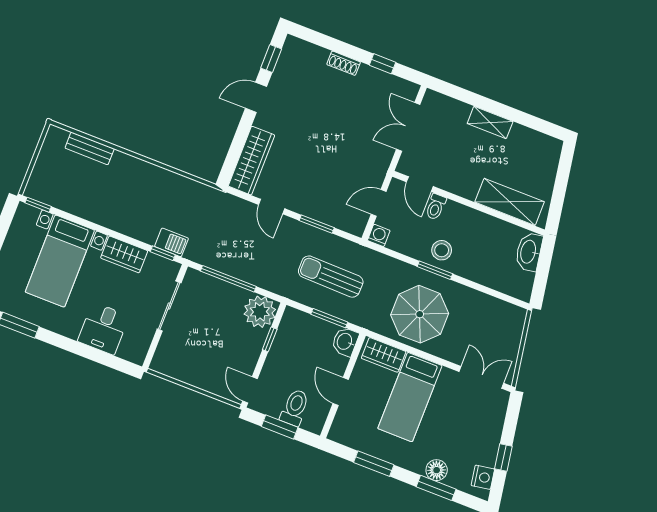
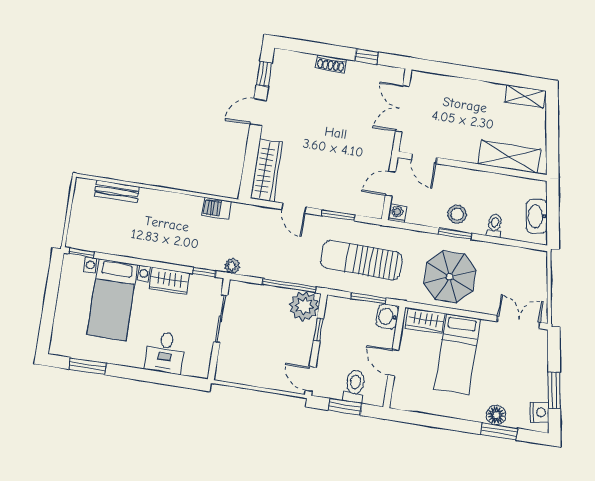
shelving: (490, 122) -> (525, 96), moved
toilet: (436, 207) -> (494, 226), moved, turned 180
barbecue: (172, 242) -> (216, 208), moved, turned 180
washbasin: (529, 252) -> (537, 216), moved
plant: (194, 253) -> (232, 266), added
sun lounger: (331, 277) -> (361, 260), width x1.36, depth x1.34
window: (228, 279) -> (289, 286), moved
window: (503, 457) -> (554, 390), width x1.50
window: (374, 464) -> (438, 422), removed

